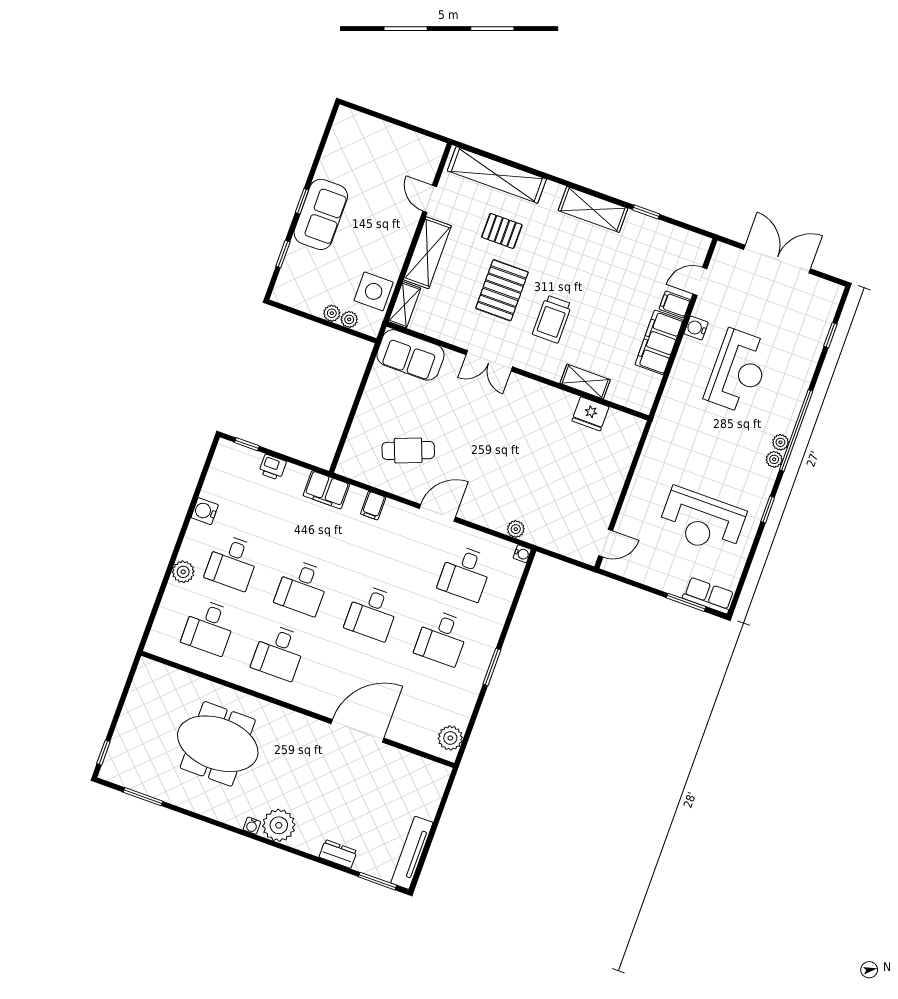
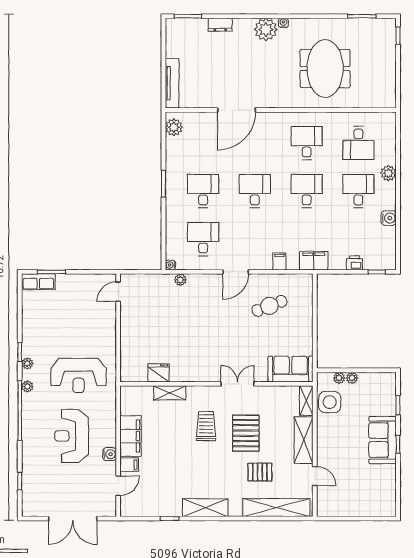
plant: (780, 442) -> (27, 363), moved
reception desk: (702, 521) -> (78, 375), moved, turned 180
desk: (209, 627) -> (358, 143), turned 180
meeting table: (218, 744) -> (325, 69), turned 90
tv unit: (412, 853) -> (172, 83), moved

